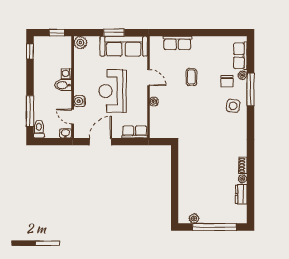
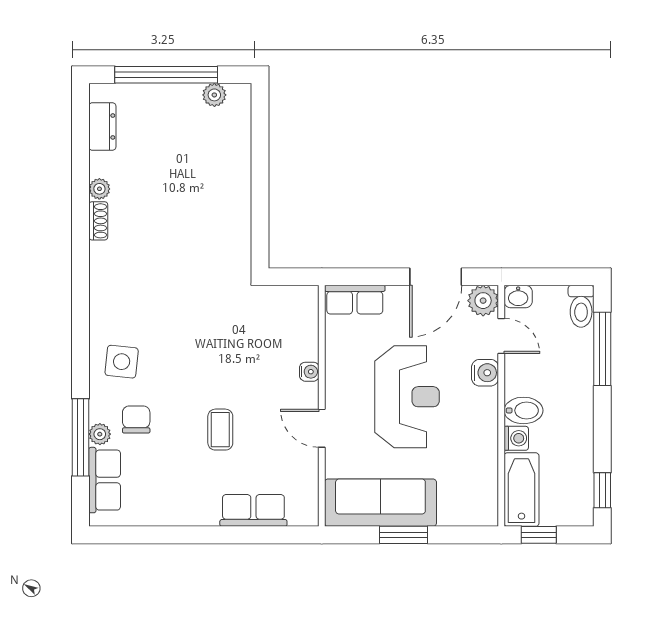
plant: (80, 43) -> (483, 301), moved
bathtub: (64, 52) -> (521, 490), added
window: (250, 90) -> (81, 437), moved
dresser: (241, 194) -> (102, 126), moved

